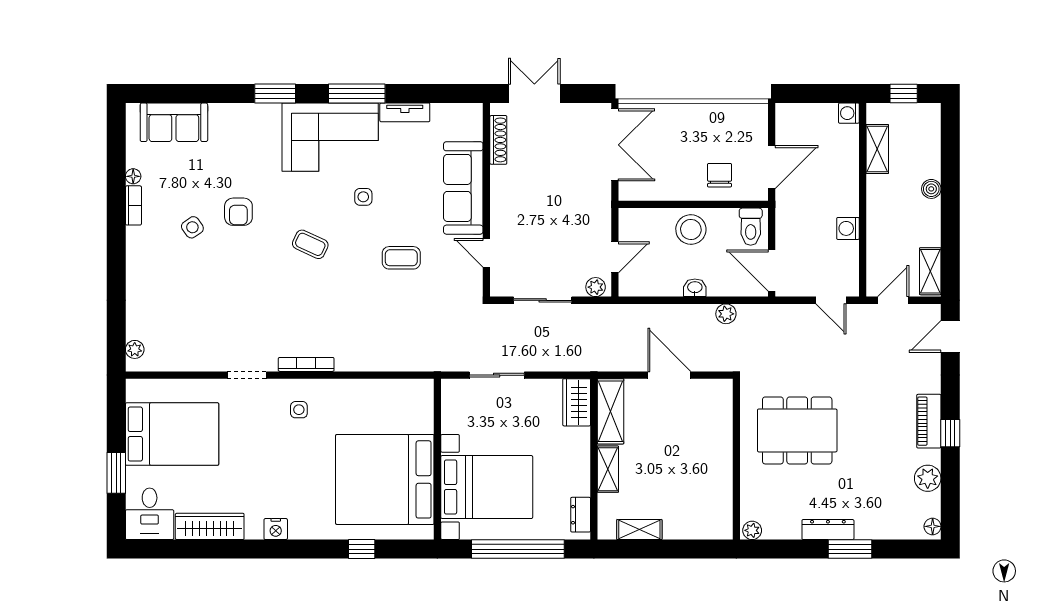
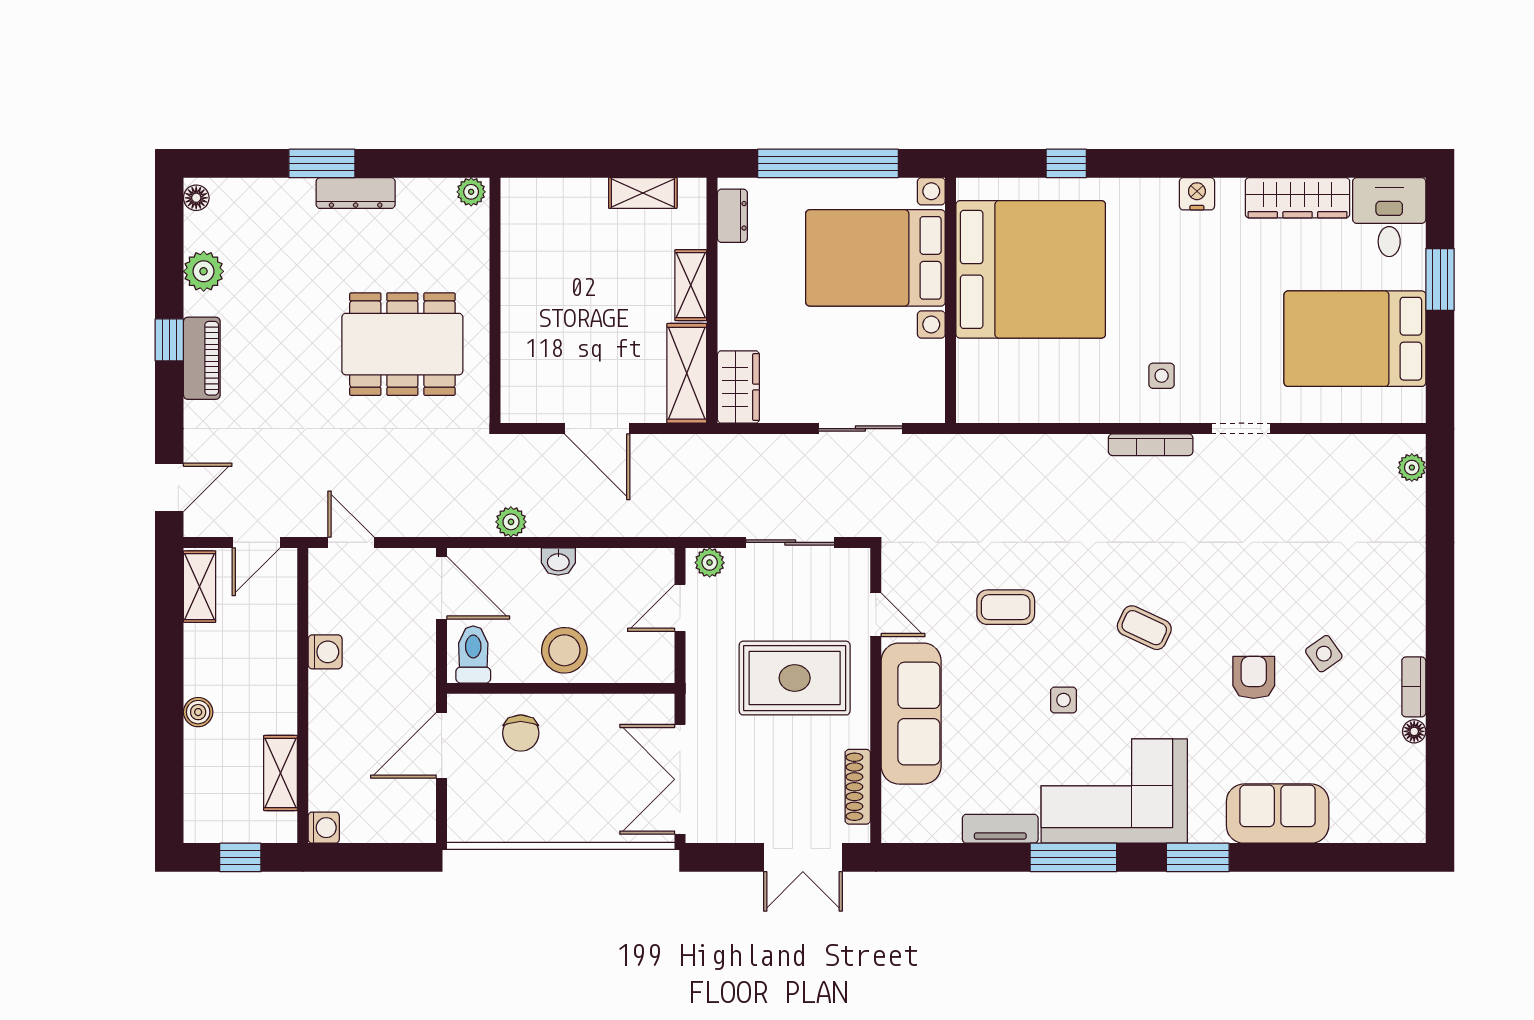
sofa: (174, 122) -> (1278, 814), moved
rug: (540, 211) -> (795, 678), added

